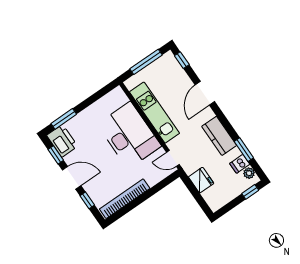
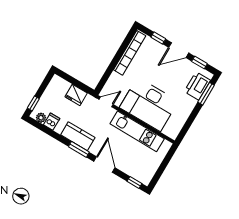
window: (146, 62) -> (162, 168), removed
printer: (62, 141) -> (197, 86), moved, turned 90
window: (244, 150) -> (79, 149), moved

